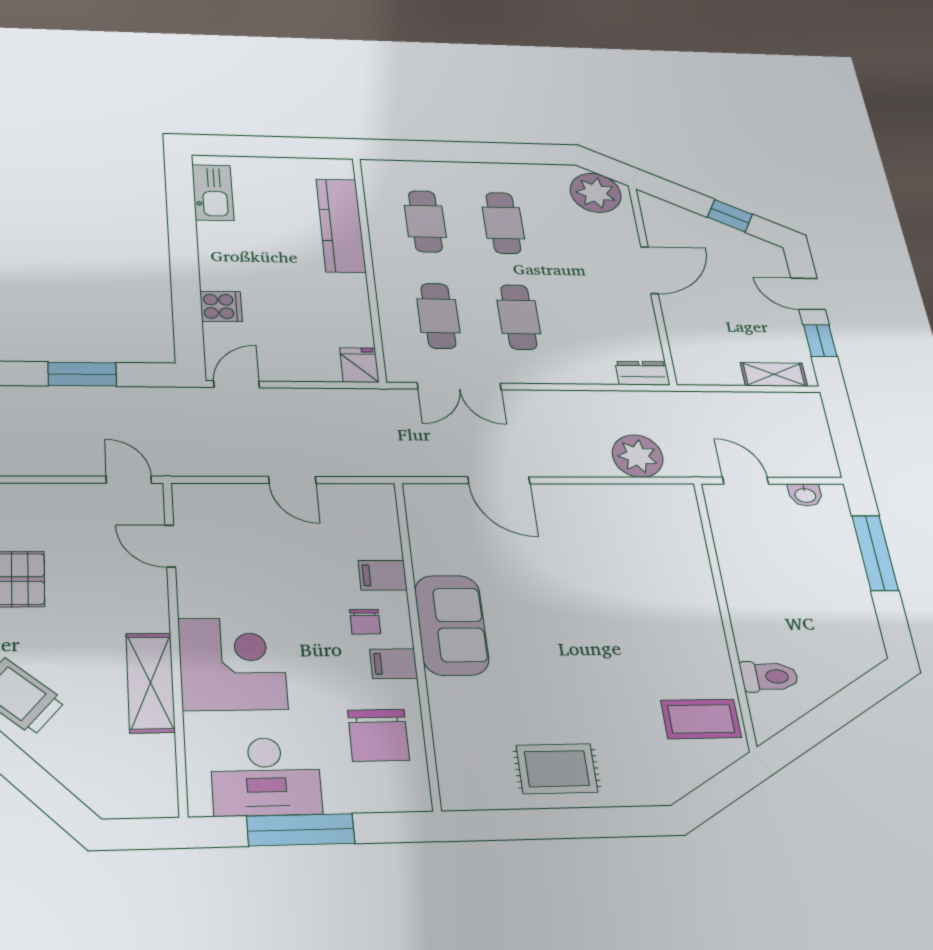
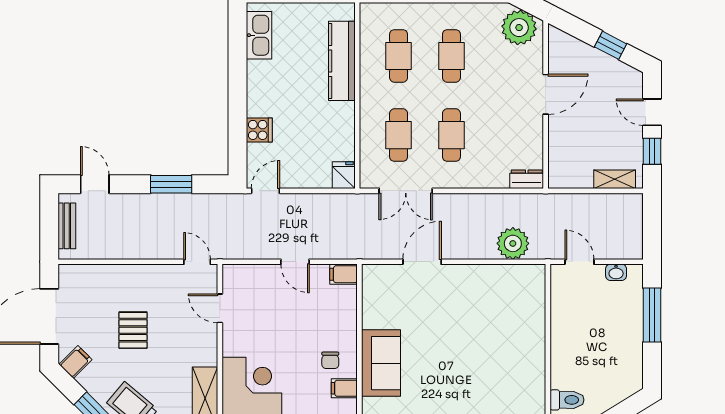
door: (499, 480) -> (422, 262), swing flipped
filing cabinet: (383, 575) -> (344, 274), moved

